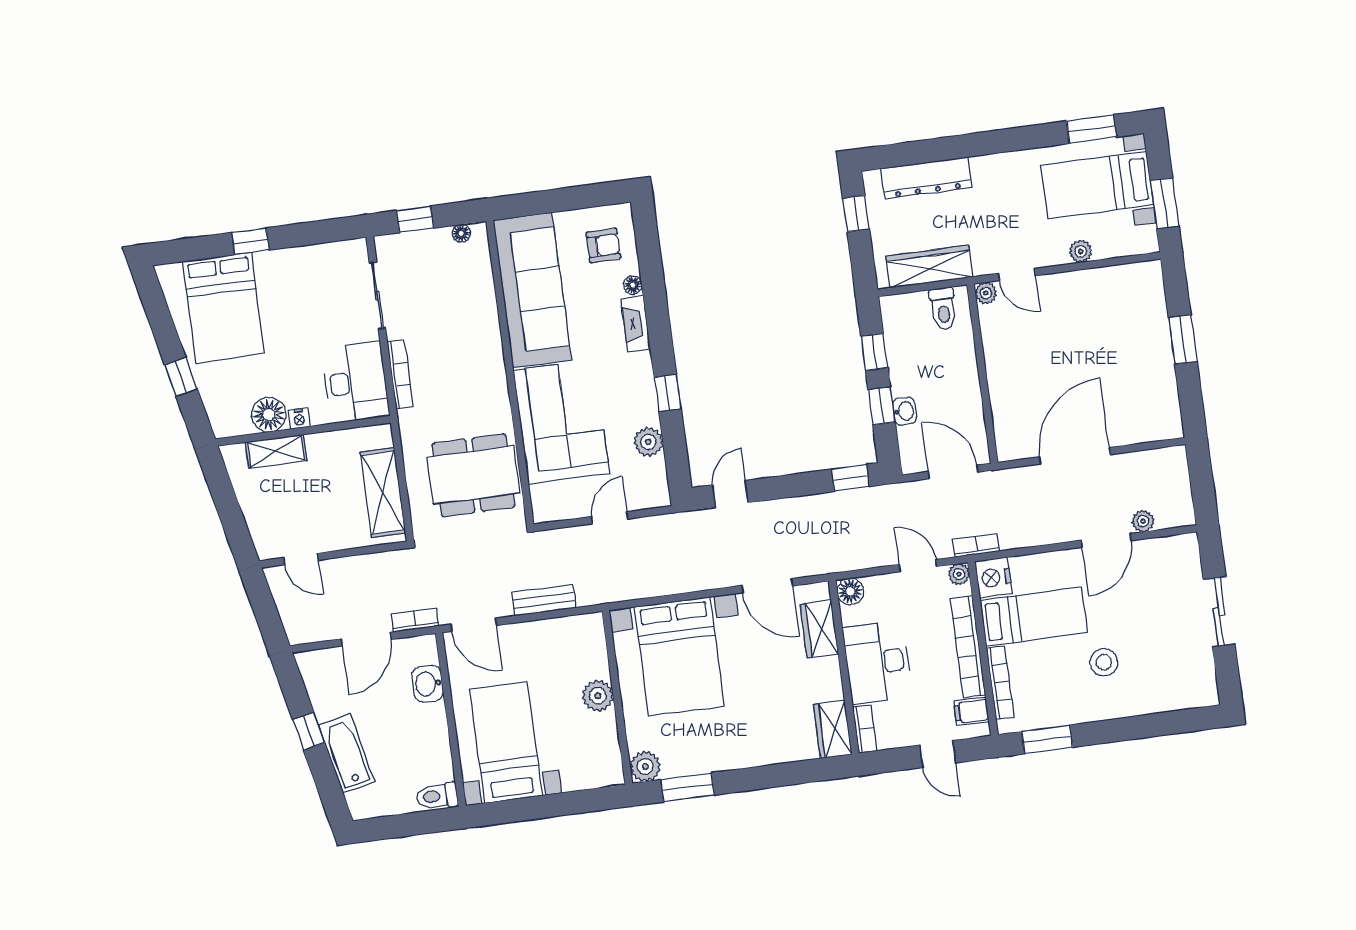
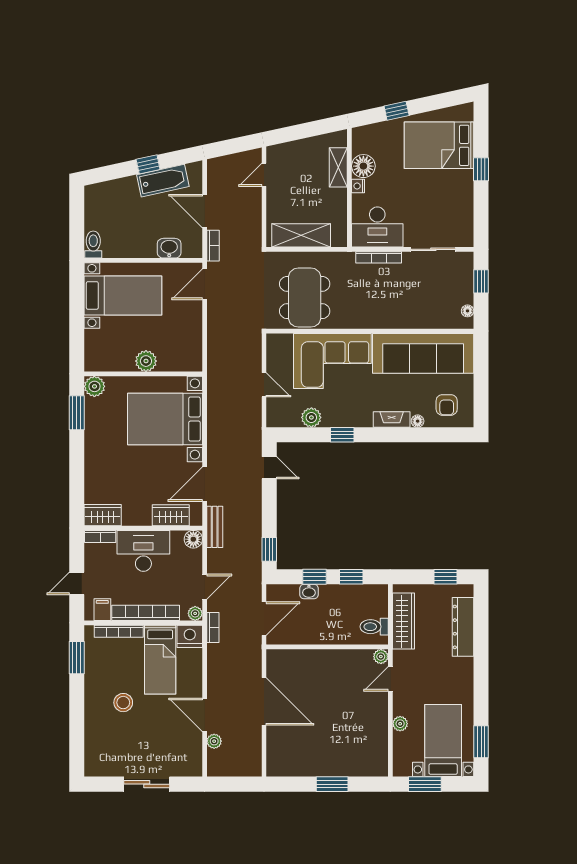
bench: (544, 600) -> (215, 527), moved
bathtub: (346, 753) -> (163, 181), moved

